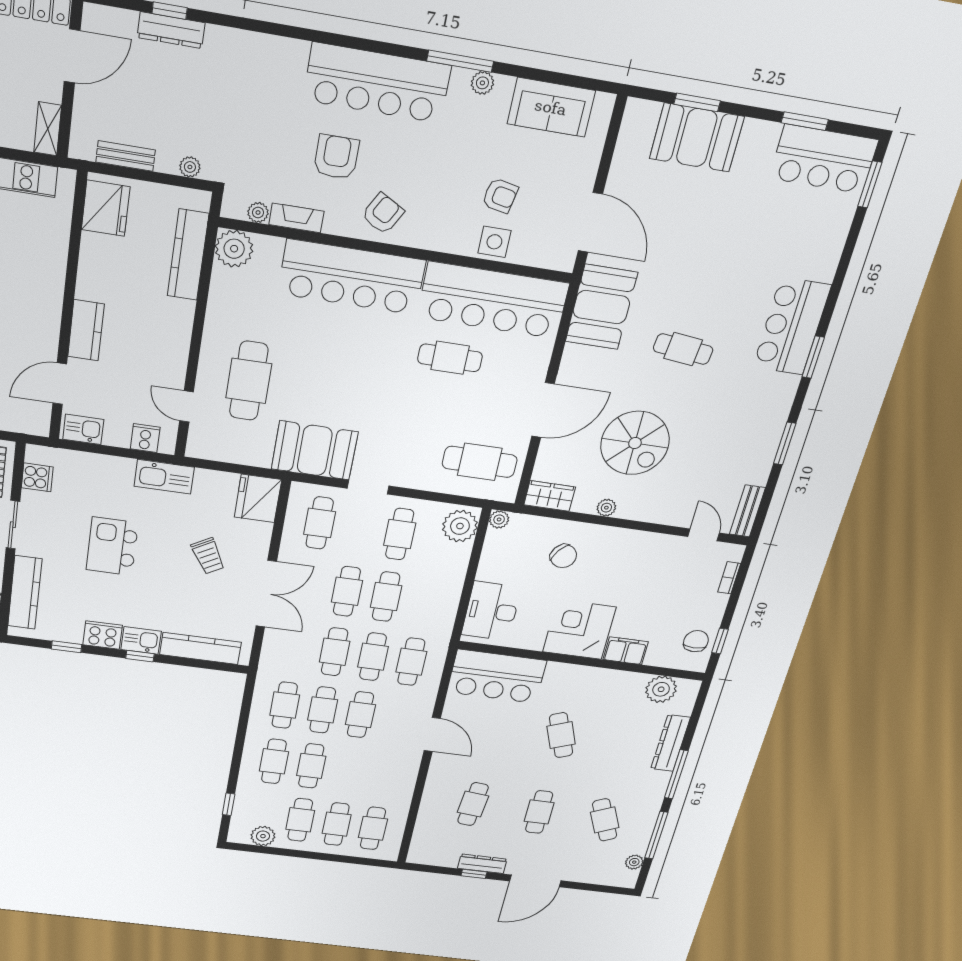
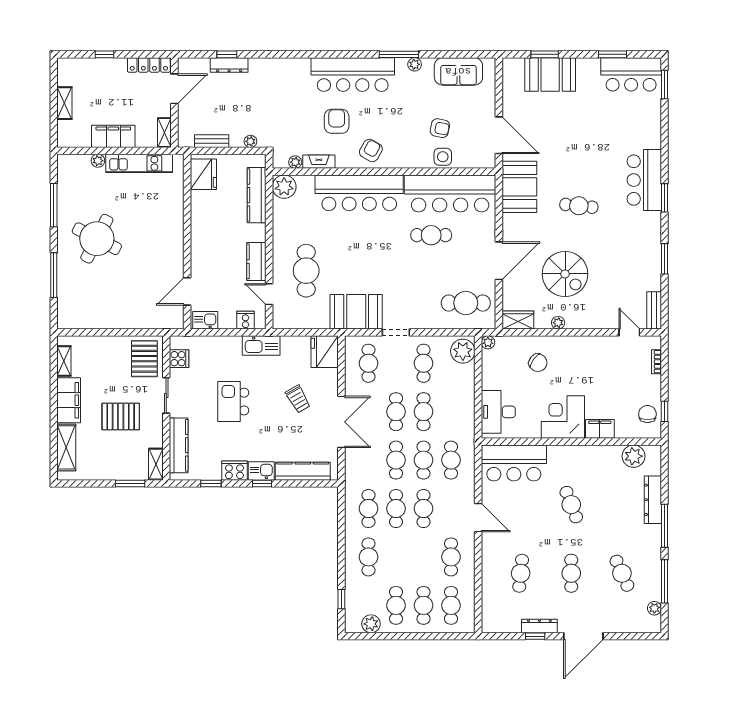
kitchen counter: (86, 330) -> (256, 261), moved, turned 180
cafe table: (311, 766) -> (451, 557), moved

